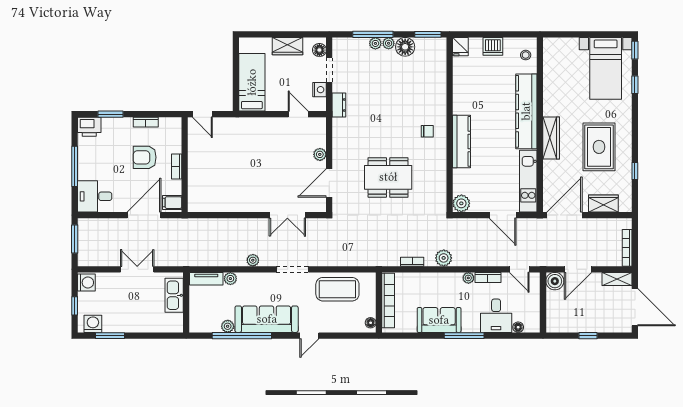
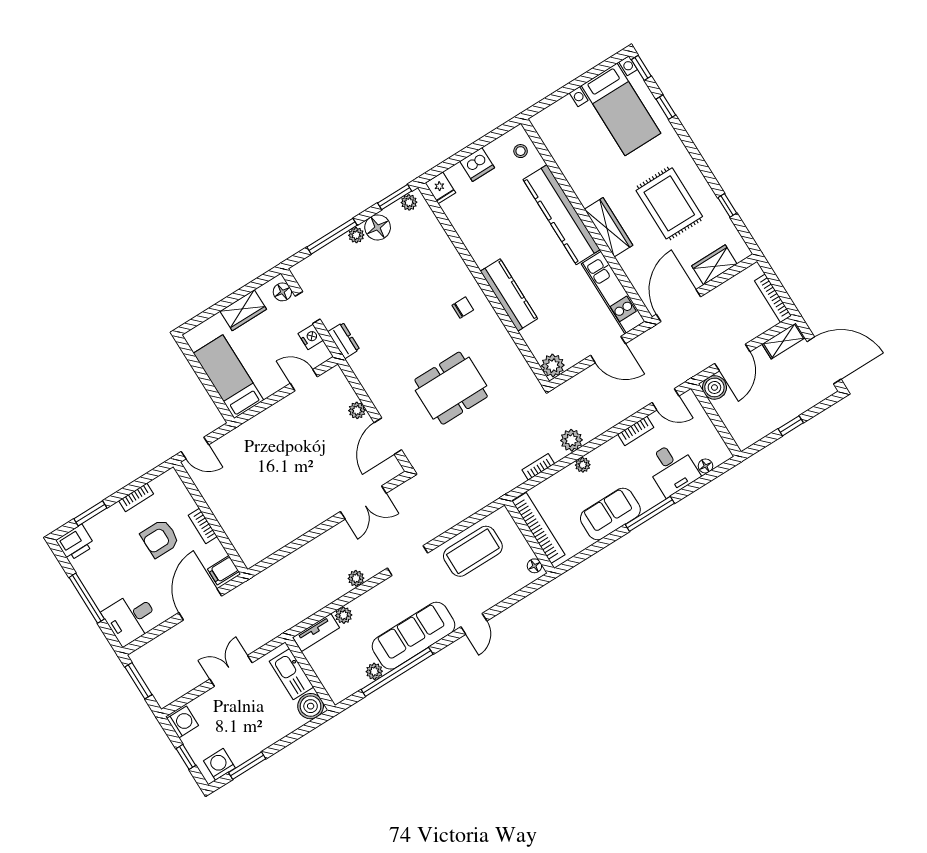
plant: (375, 43) -> (409, 202), moved
plant: (468, 278) -> (583, 465), moved
boiler: (174, 323) -> (311, 706), added

